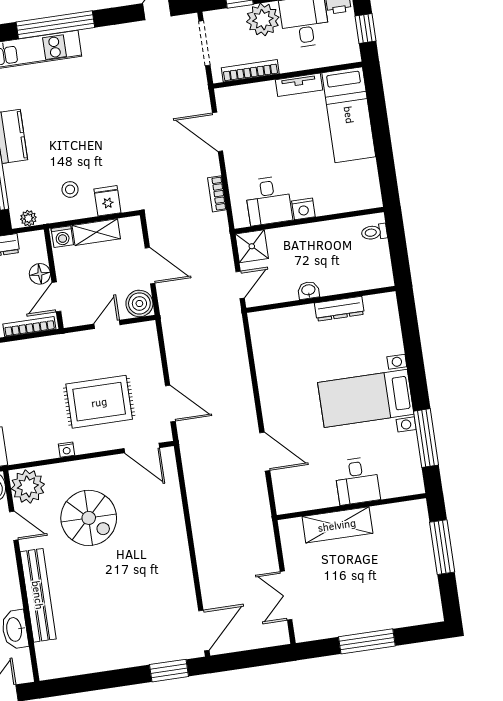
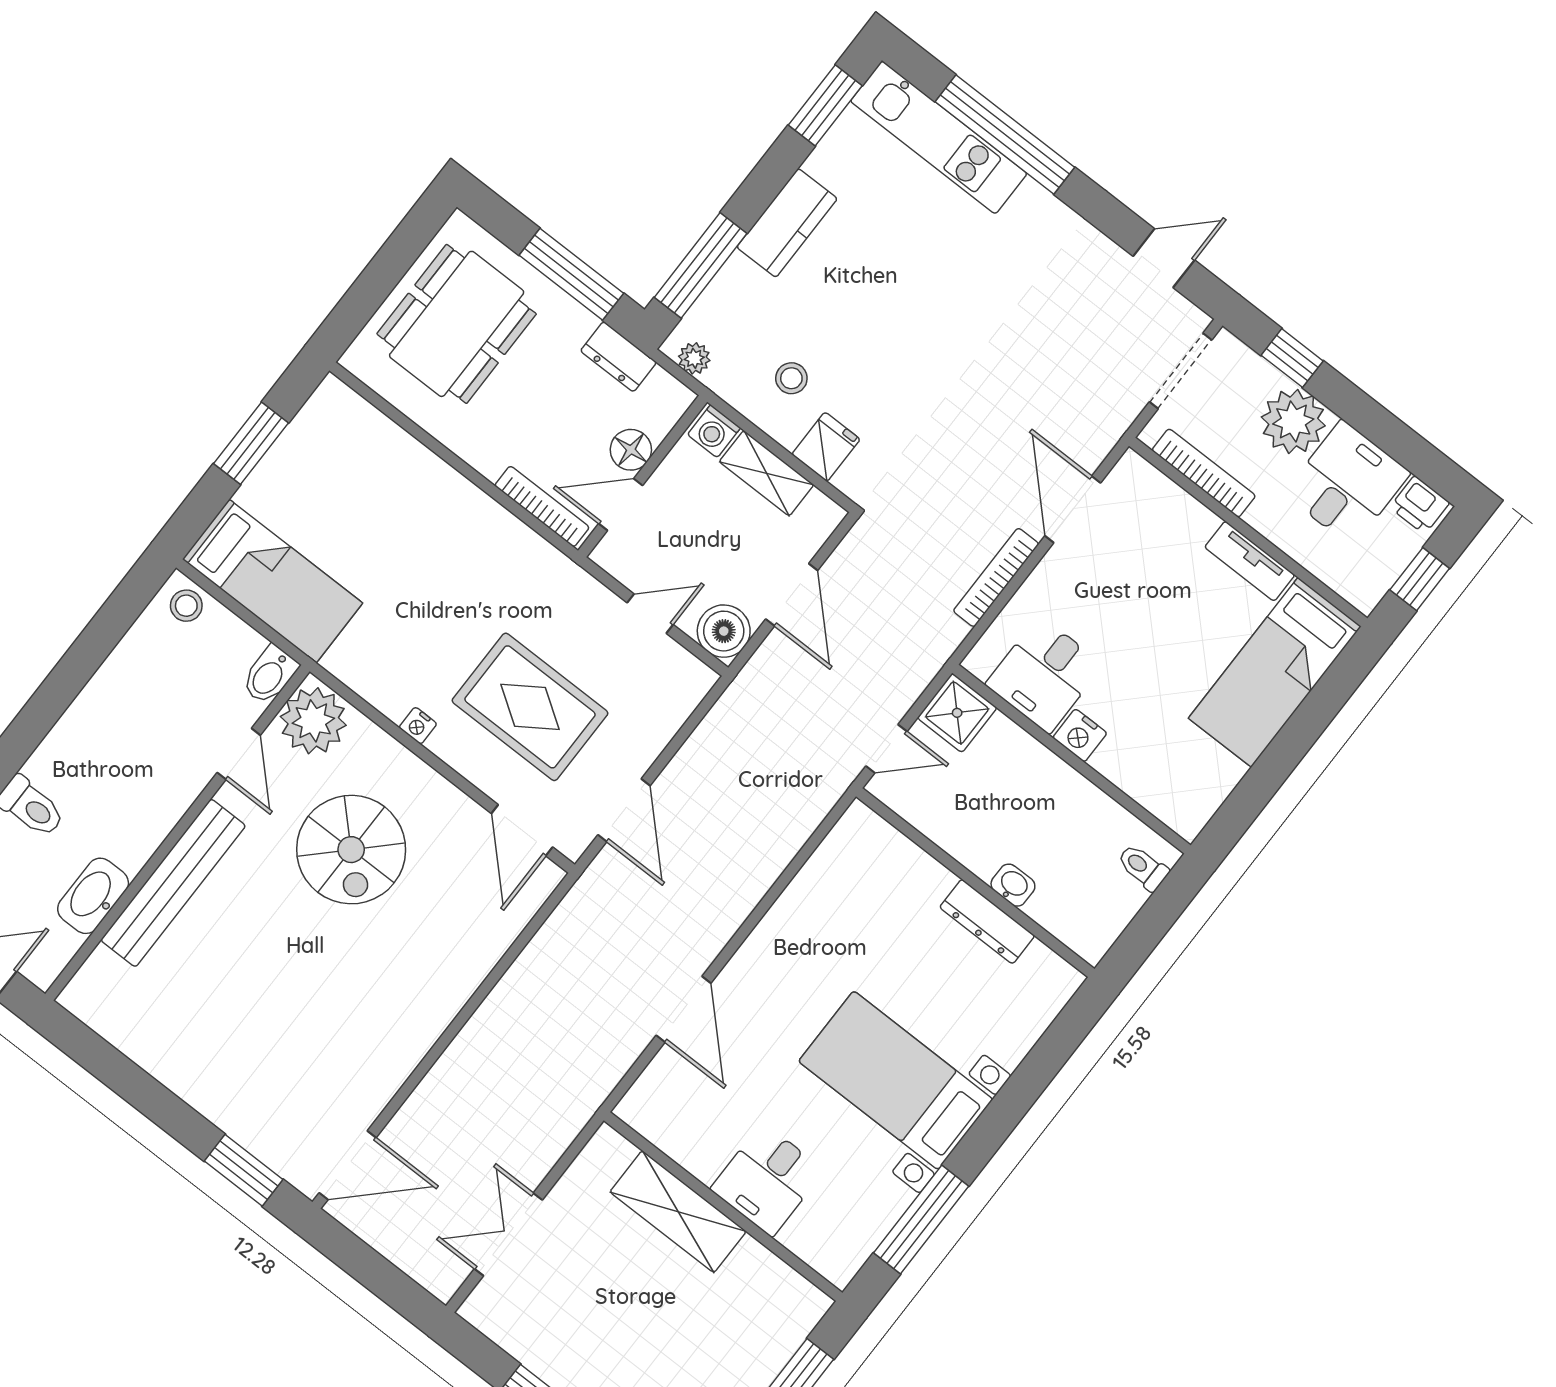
bookcase: (217, 194) -> (996, 577), width x1.56
washbasin: (308, 290) -> (1013, 885), moved

